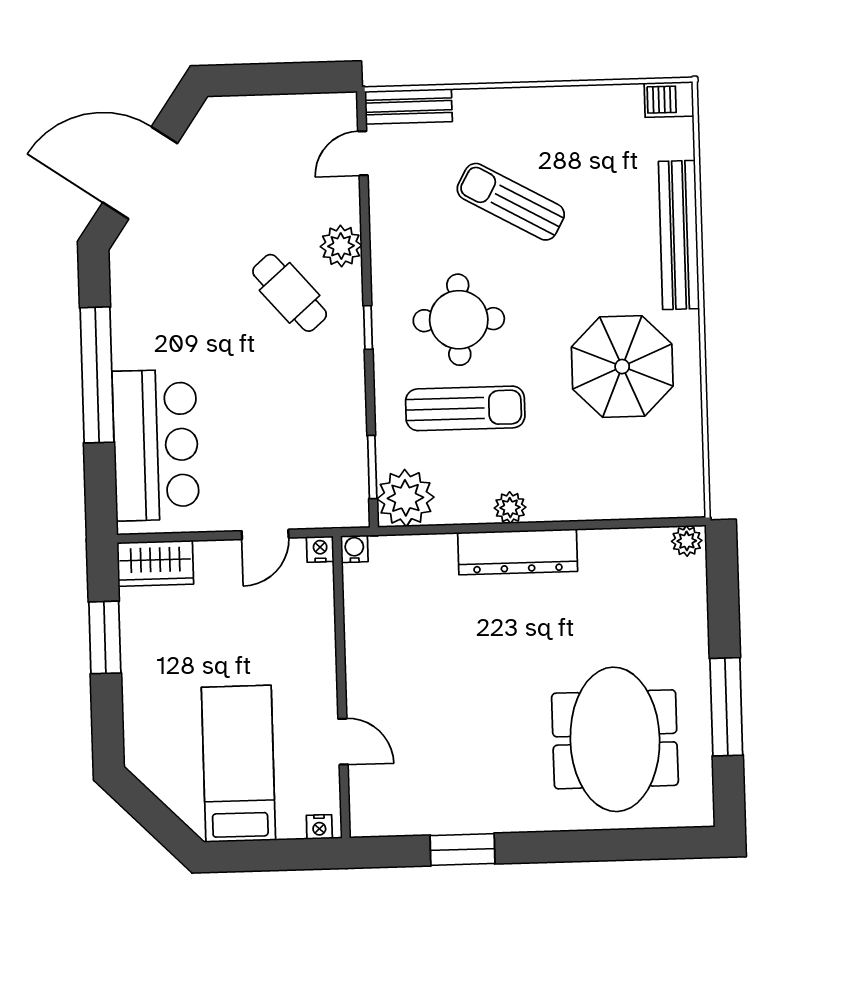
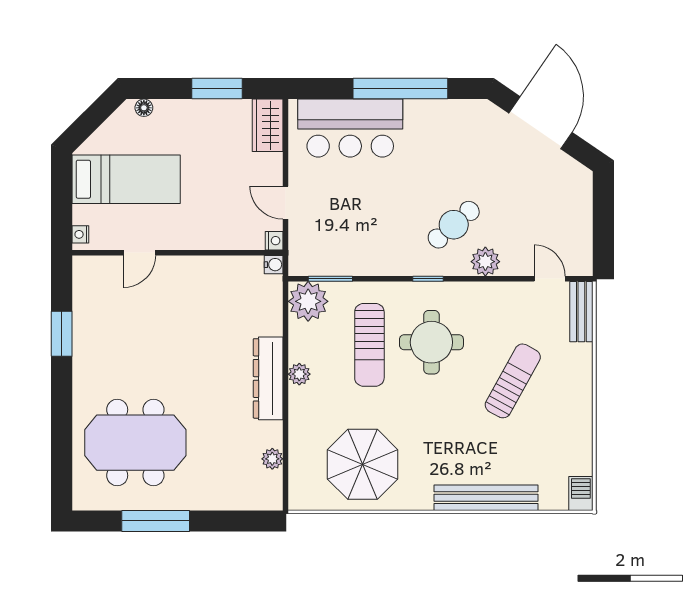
parasol: (622, 367) -> (363, 464), moved
plant: (687, 541) -> (272, 459), moved
floor lamp: (135, 741) -> (144, 108), added

